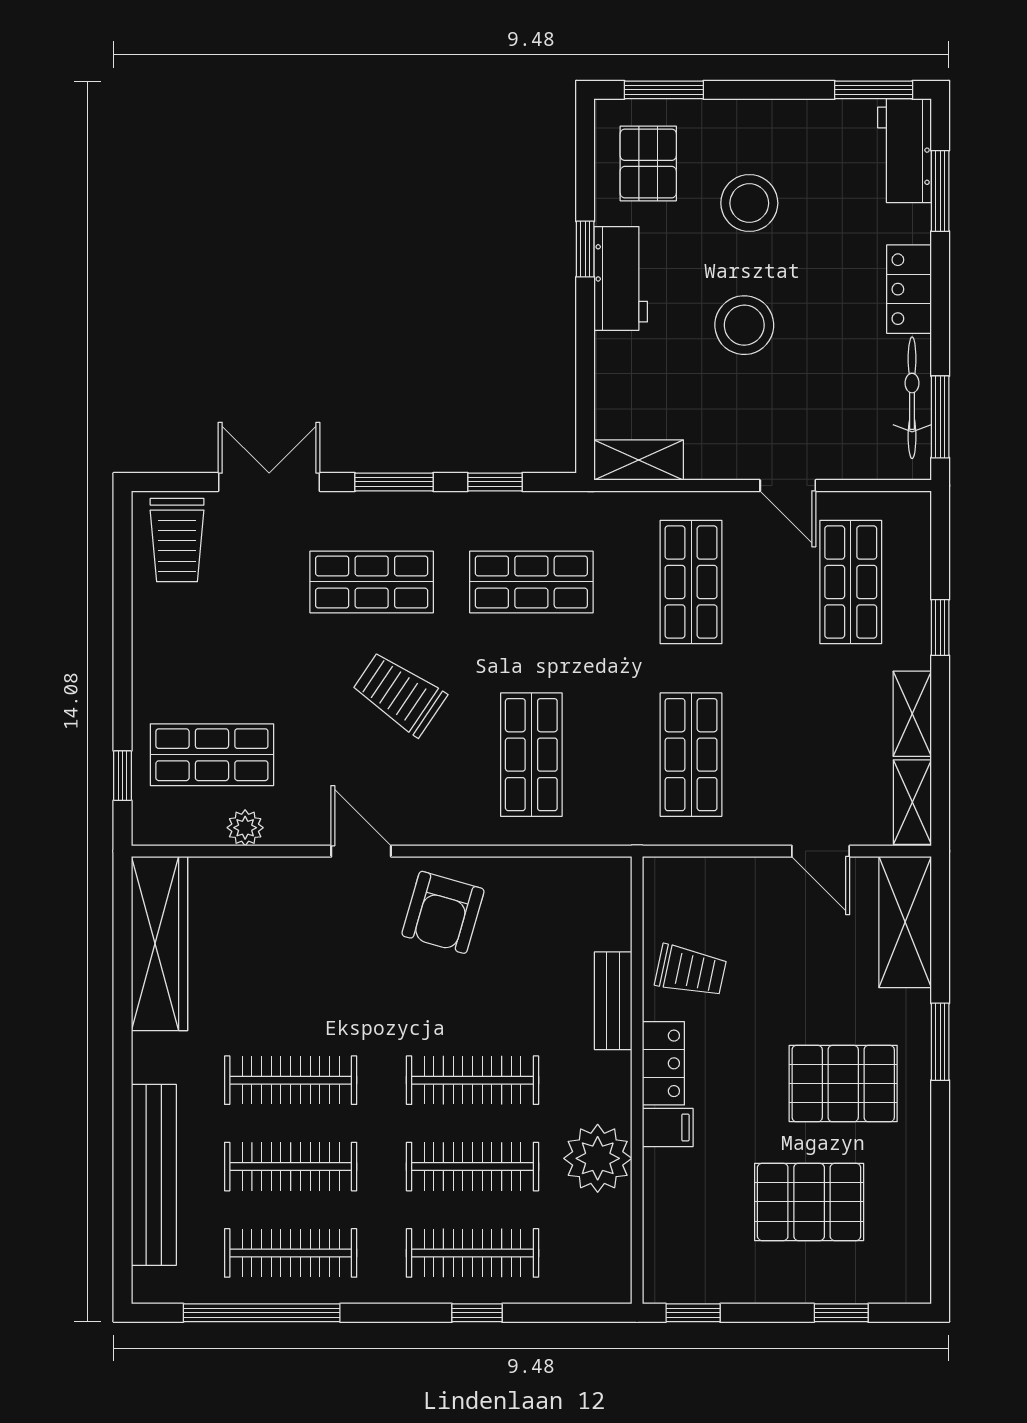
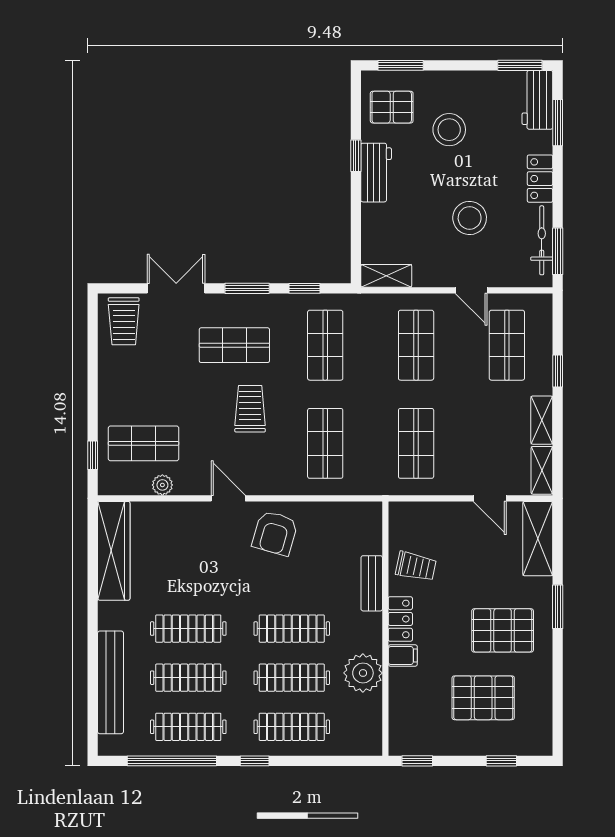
pallet: (648, 163) -> (392, 107), turned 90
stool: (744, 325) -> (470, 218), moved
shop shelf: (531, 582) -> (325, 345), turned 90
trolley: (399, 694) -> (250, 409), turned 56
window: (477, 1313) -> (255, 761), moved

